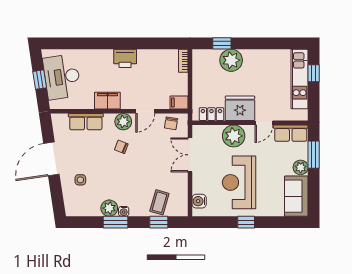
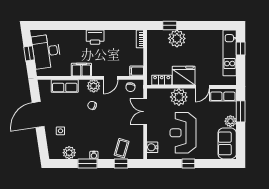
plant: (109, 208) -> (69, 153), moved

